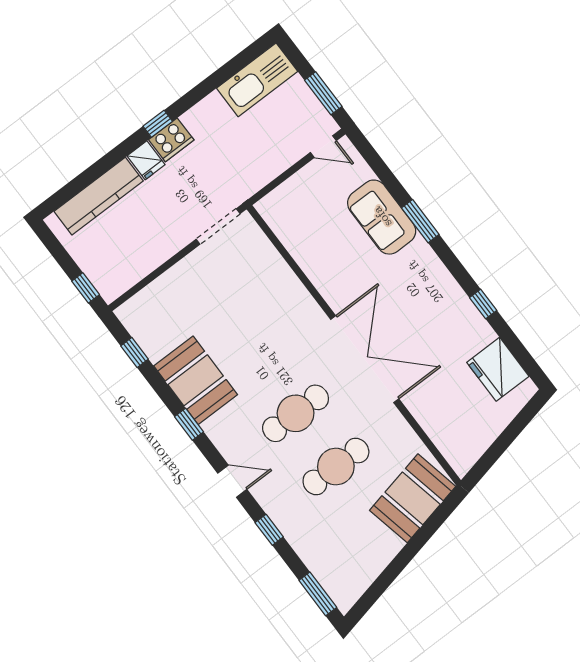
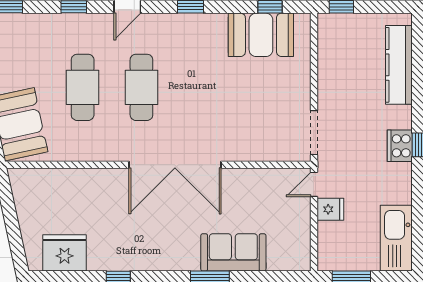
door: (323, 147) -> (314, 184), moved
fridge: (146, 160) -> (330, 209), moved, turned 180
double door: (365, 359) -> (175, 165), moved
booth: (196, 380) -> (261, 35), moved

